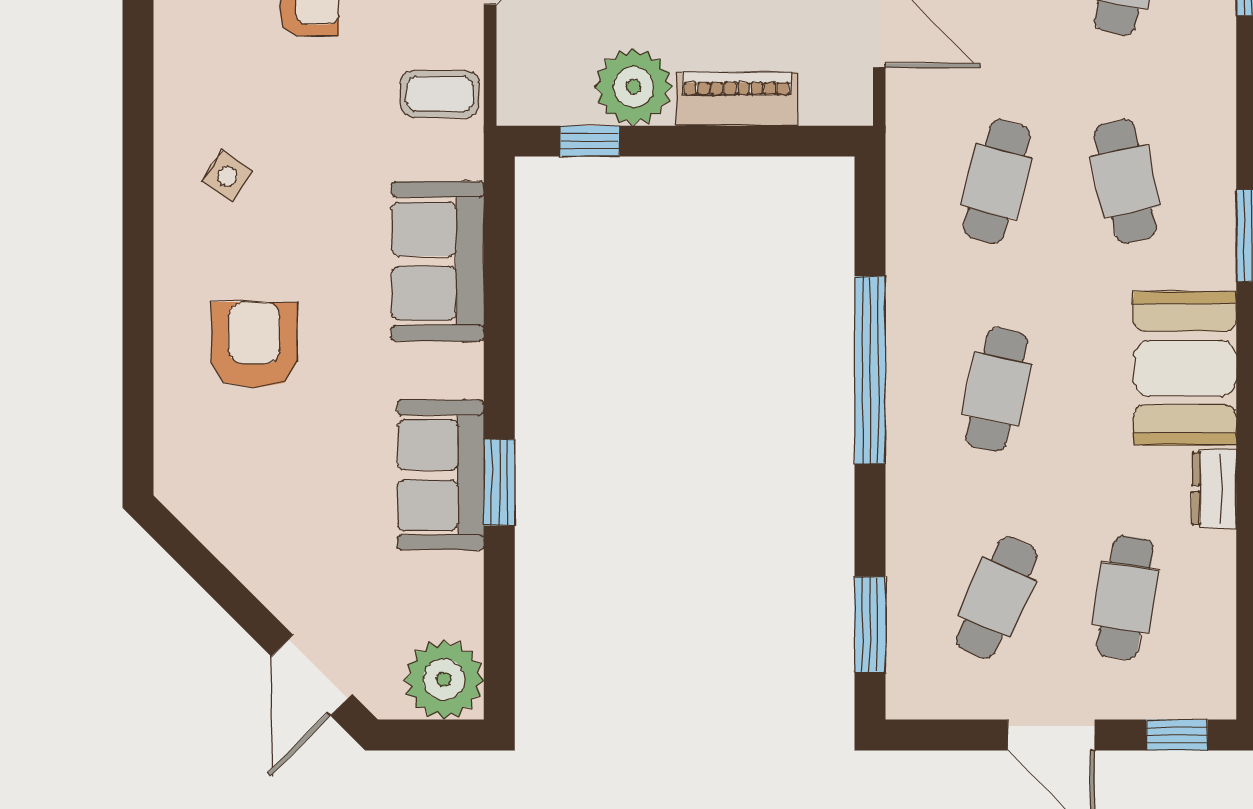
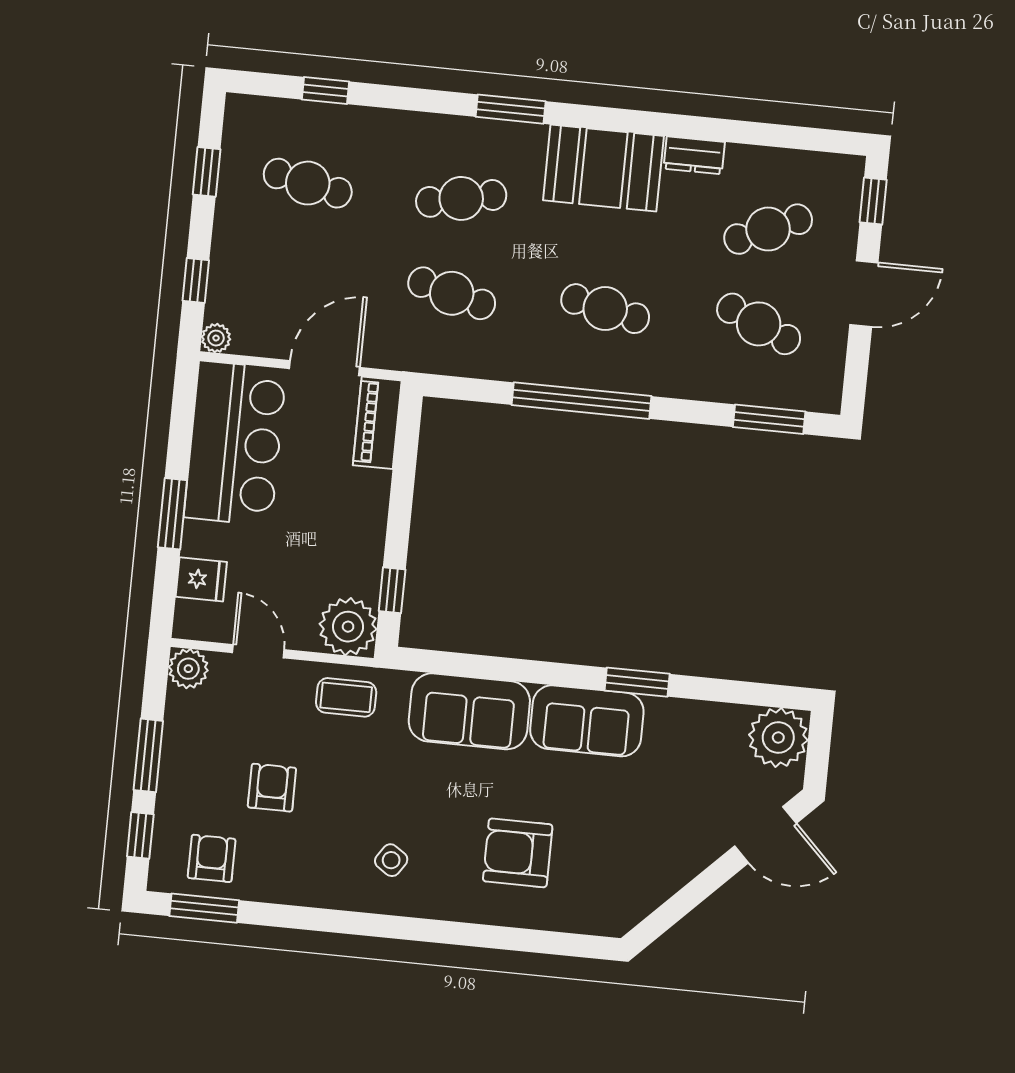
plant: (633, 87) -> (348, 627), moved
coffee table: (440, 94) -> (346, 697), turned 90
piano: (737, 99) -> (377, 423), moved
sofa: (441, 475) -> (587, 721), moved
cafe table: (1125, 598) -> (768, 229), turned -33

